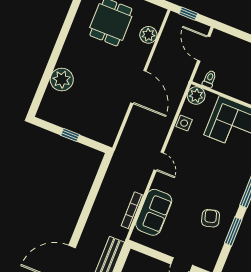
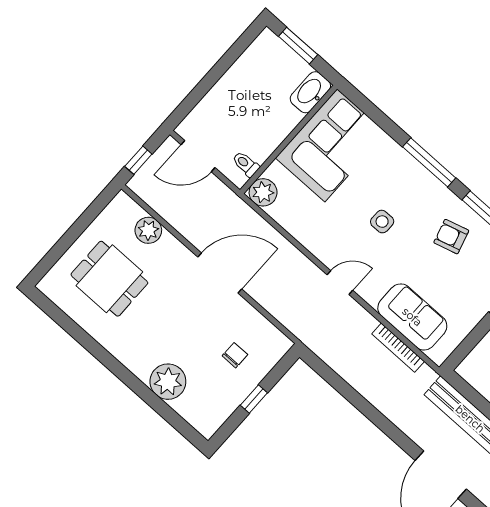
chair: (92, 114) -> (235, 355), added
side table: (184, 123) -> (382, 222), moved

